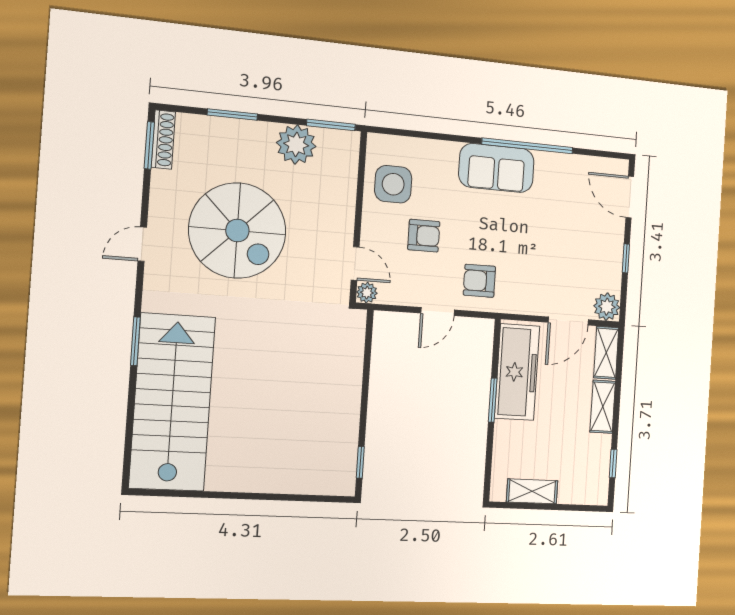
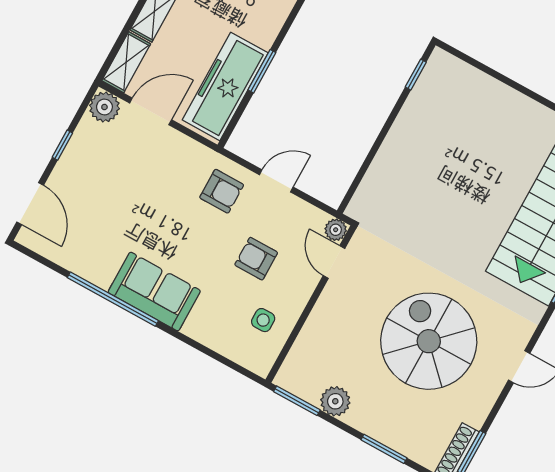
plant: (296, 145) -> (335, 401), width x0.73, depth x0.73
side table: (393, 184) -> (263, 320), width x0.54, depth x0.54

